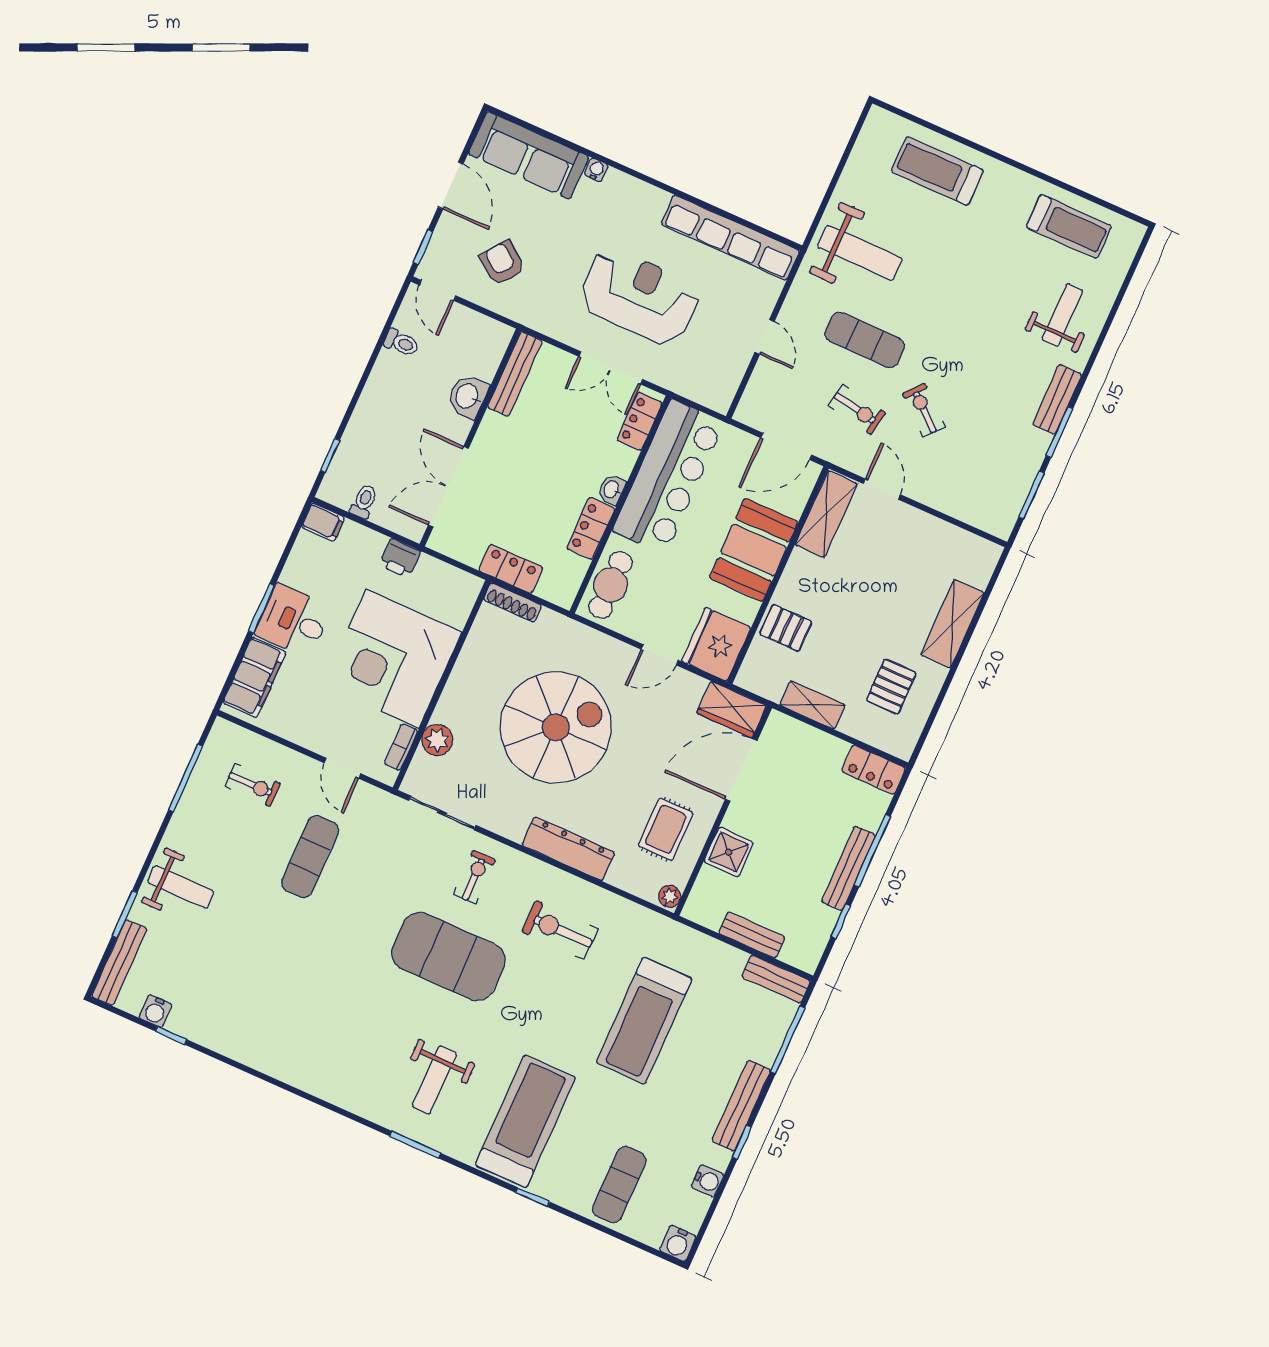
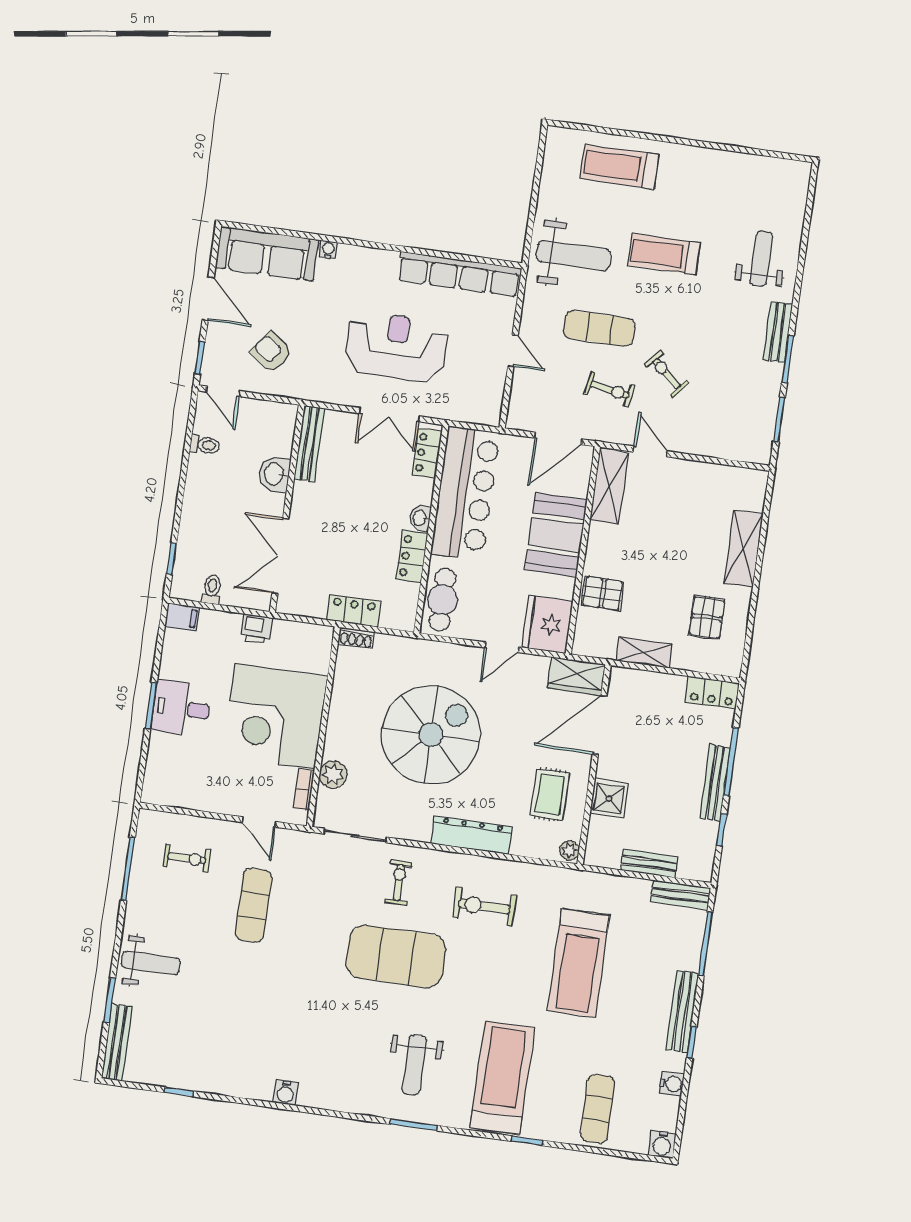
treadmill: (1069, 226) -> (664, 254), moved, turned 180
shoe rack: (513, 603) -> (356, 638), width x0.70
filing cabinet: (254, 677) -> (162, 766), removed
water cooler: (155, 1011) -> (286, 1093), moved

